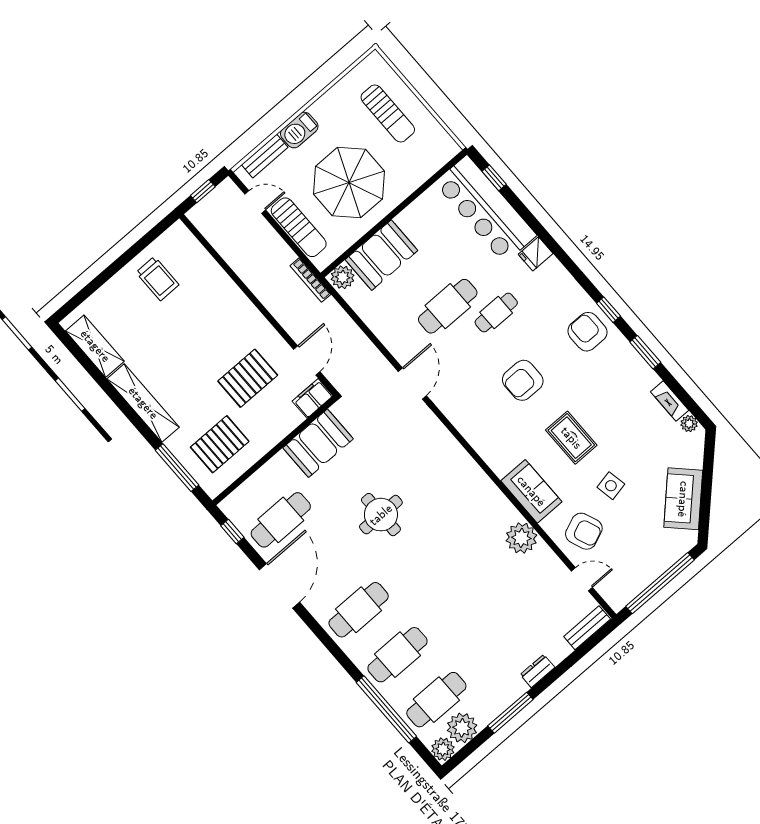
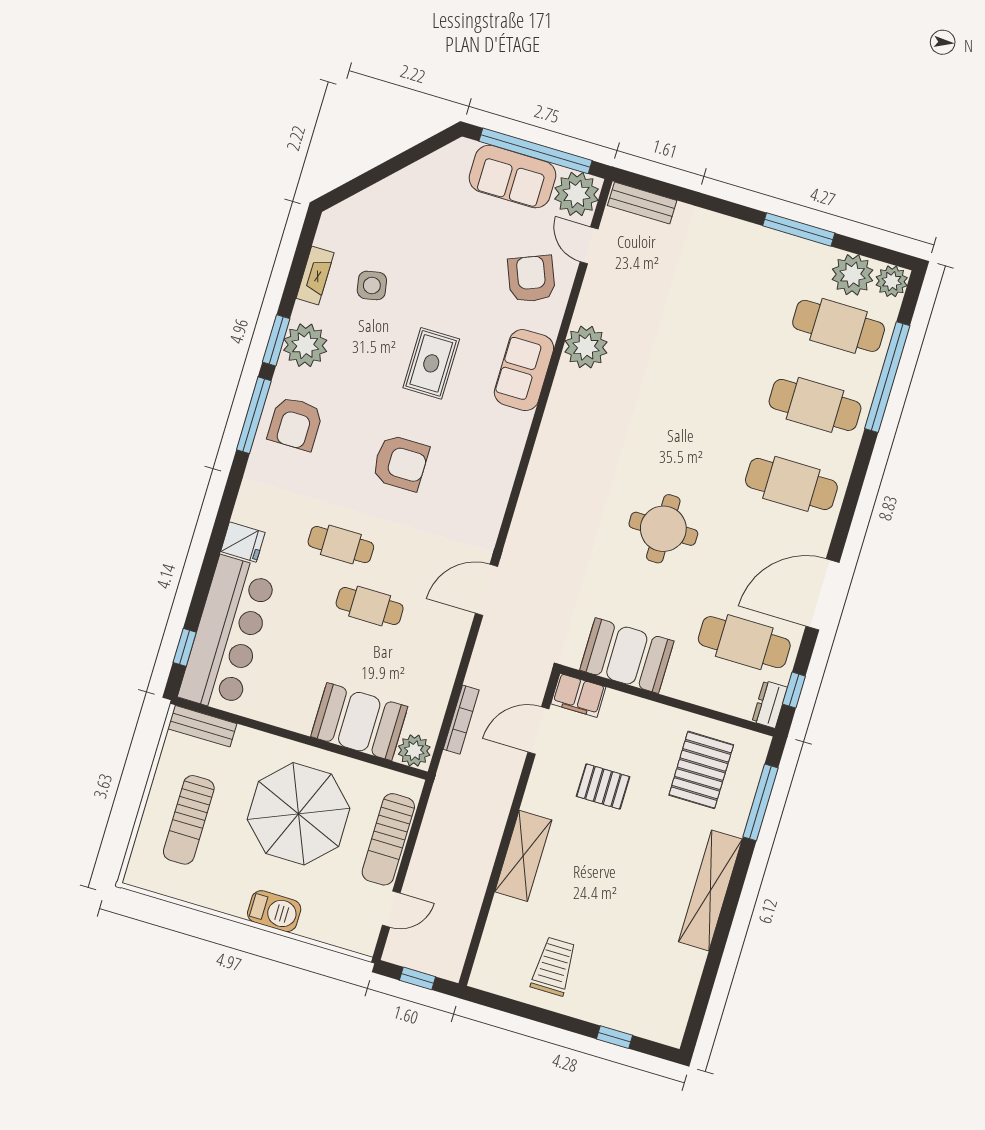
sun lounger: (388, 114) -> (189, 820), turned 180
bench: (265, 156) -> (202, 726), moved
door: (255, 202) -> (391, 909), swing flipped
sun lounger: (299, 227) -> (388, 839), turned 180
bookcase: (310, 280) -> (461, 720), moved
window: (91, 288) -> (614, 1037), added
cafe table: (448, 306) -> (370, 606), width x0.73, depth x0.74
window: (608, 310) -> (254, 415), width x2.17
shelving: (95, 346) -> (523, 856), moved
pallet: (248, 378) -> (603, 787), width x0.67, depth x0.71
plant: (689, 424) -> (305, 345), moved, width x1.88, depth x1.88
pallet: (220, 444) -> (701, 770), turned 90
side table: (611, 486) -> (372, 285), moved
sofa: (683, 499) -> (513, 177), moved, turned 45
plant: (618, 591) -> (577, 194), added
dresser: (538, 671) -> (770, 704), moved, turned 90

